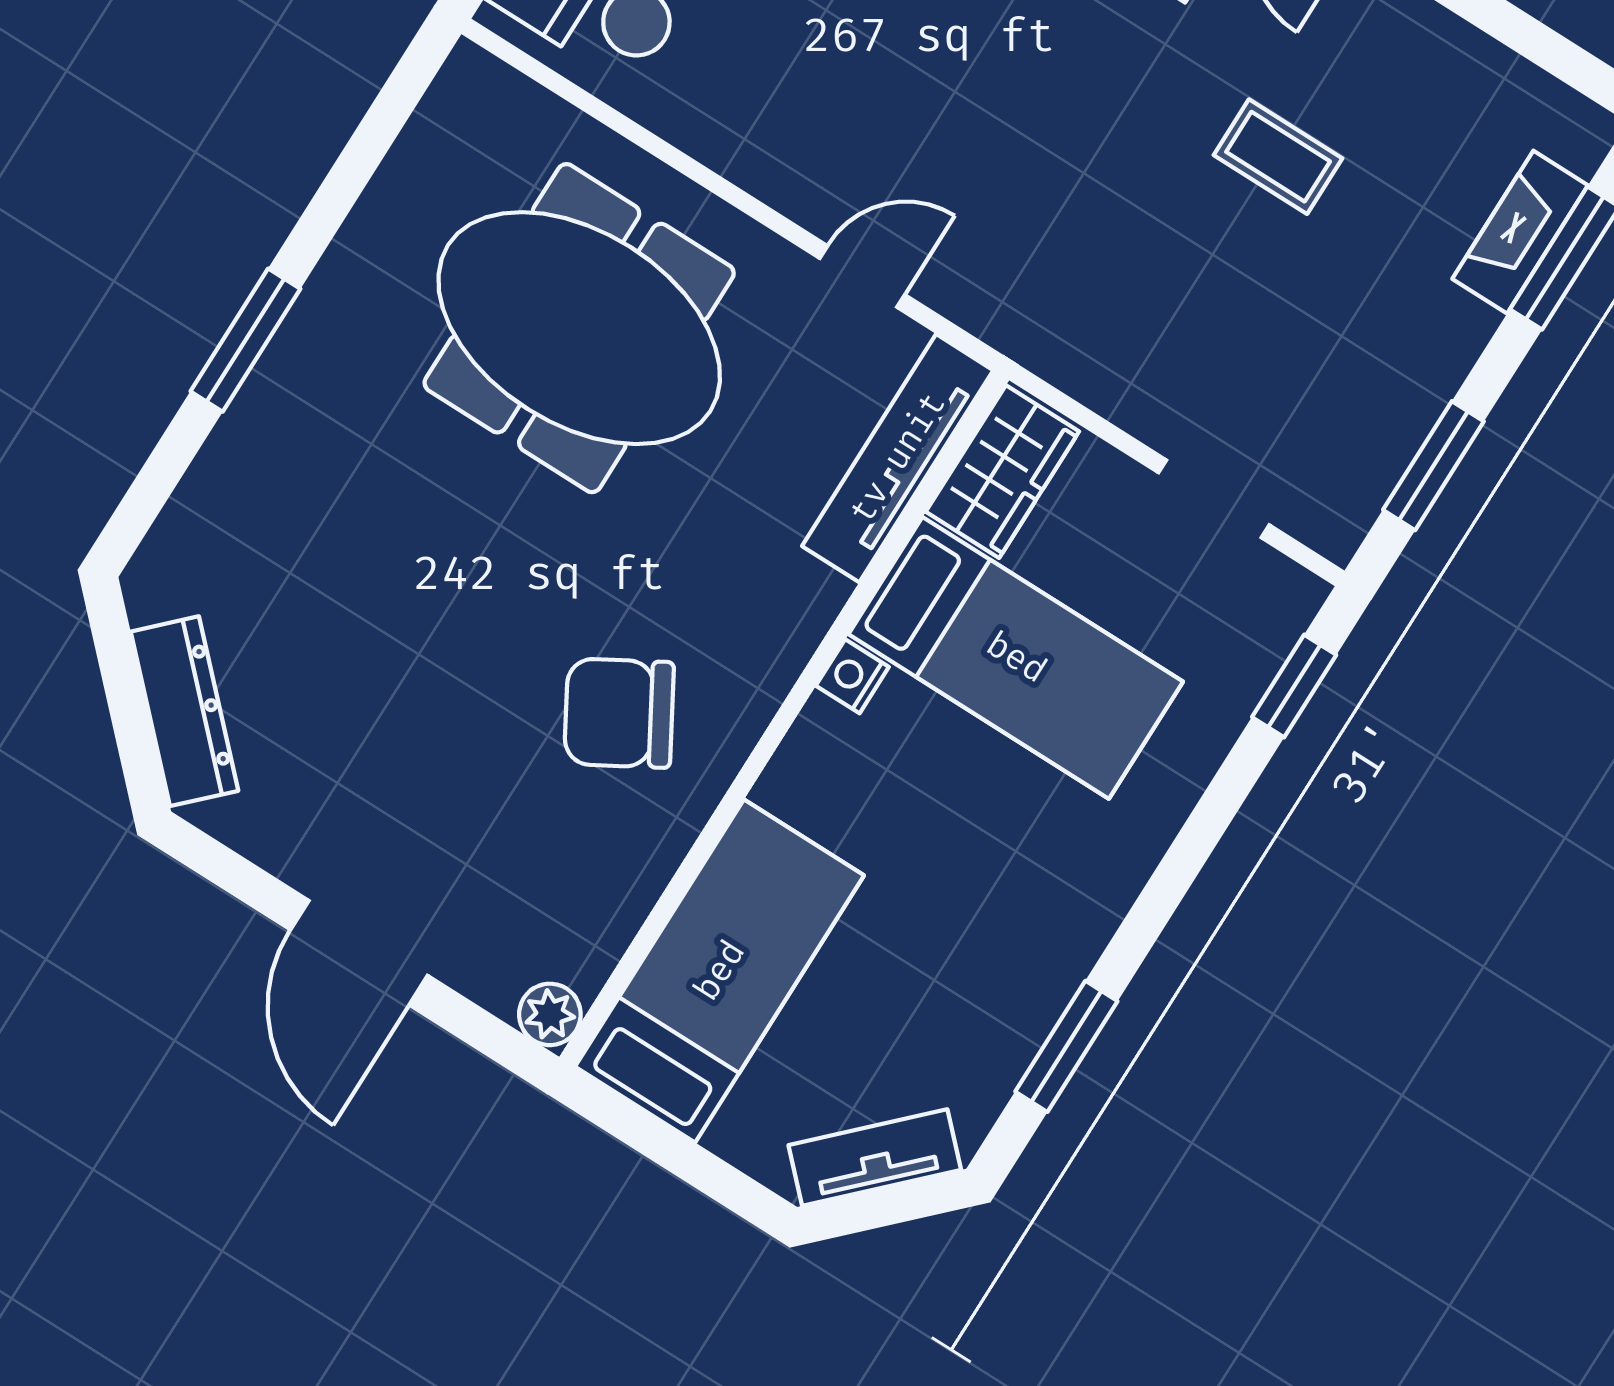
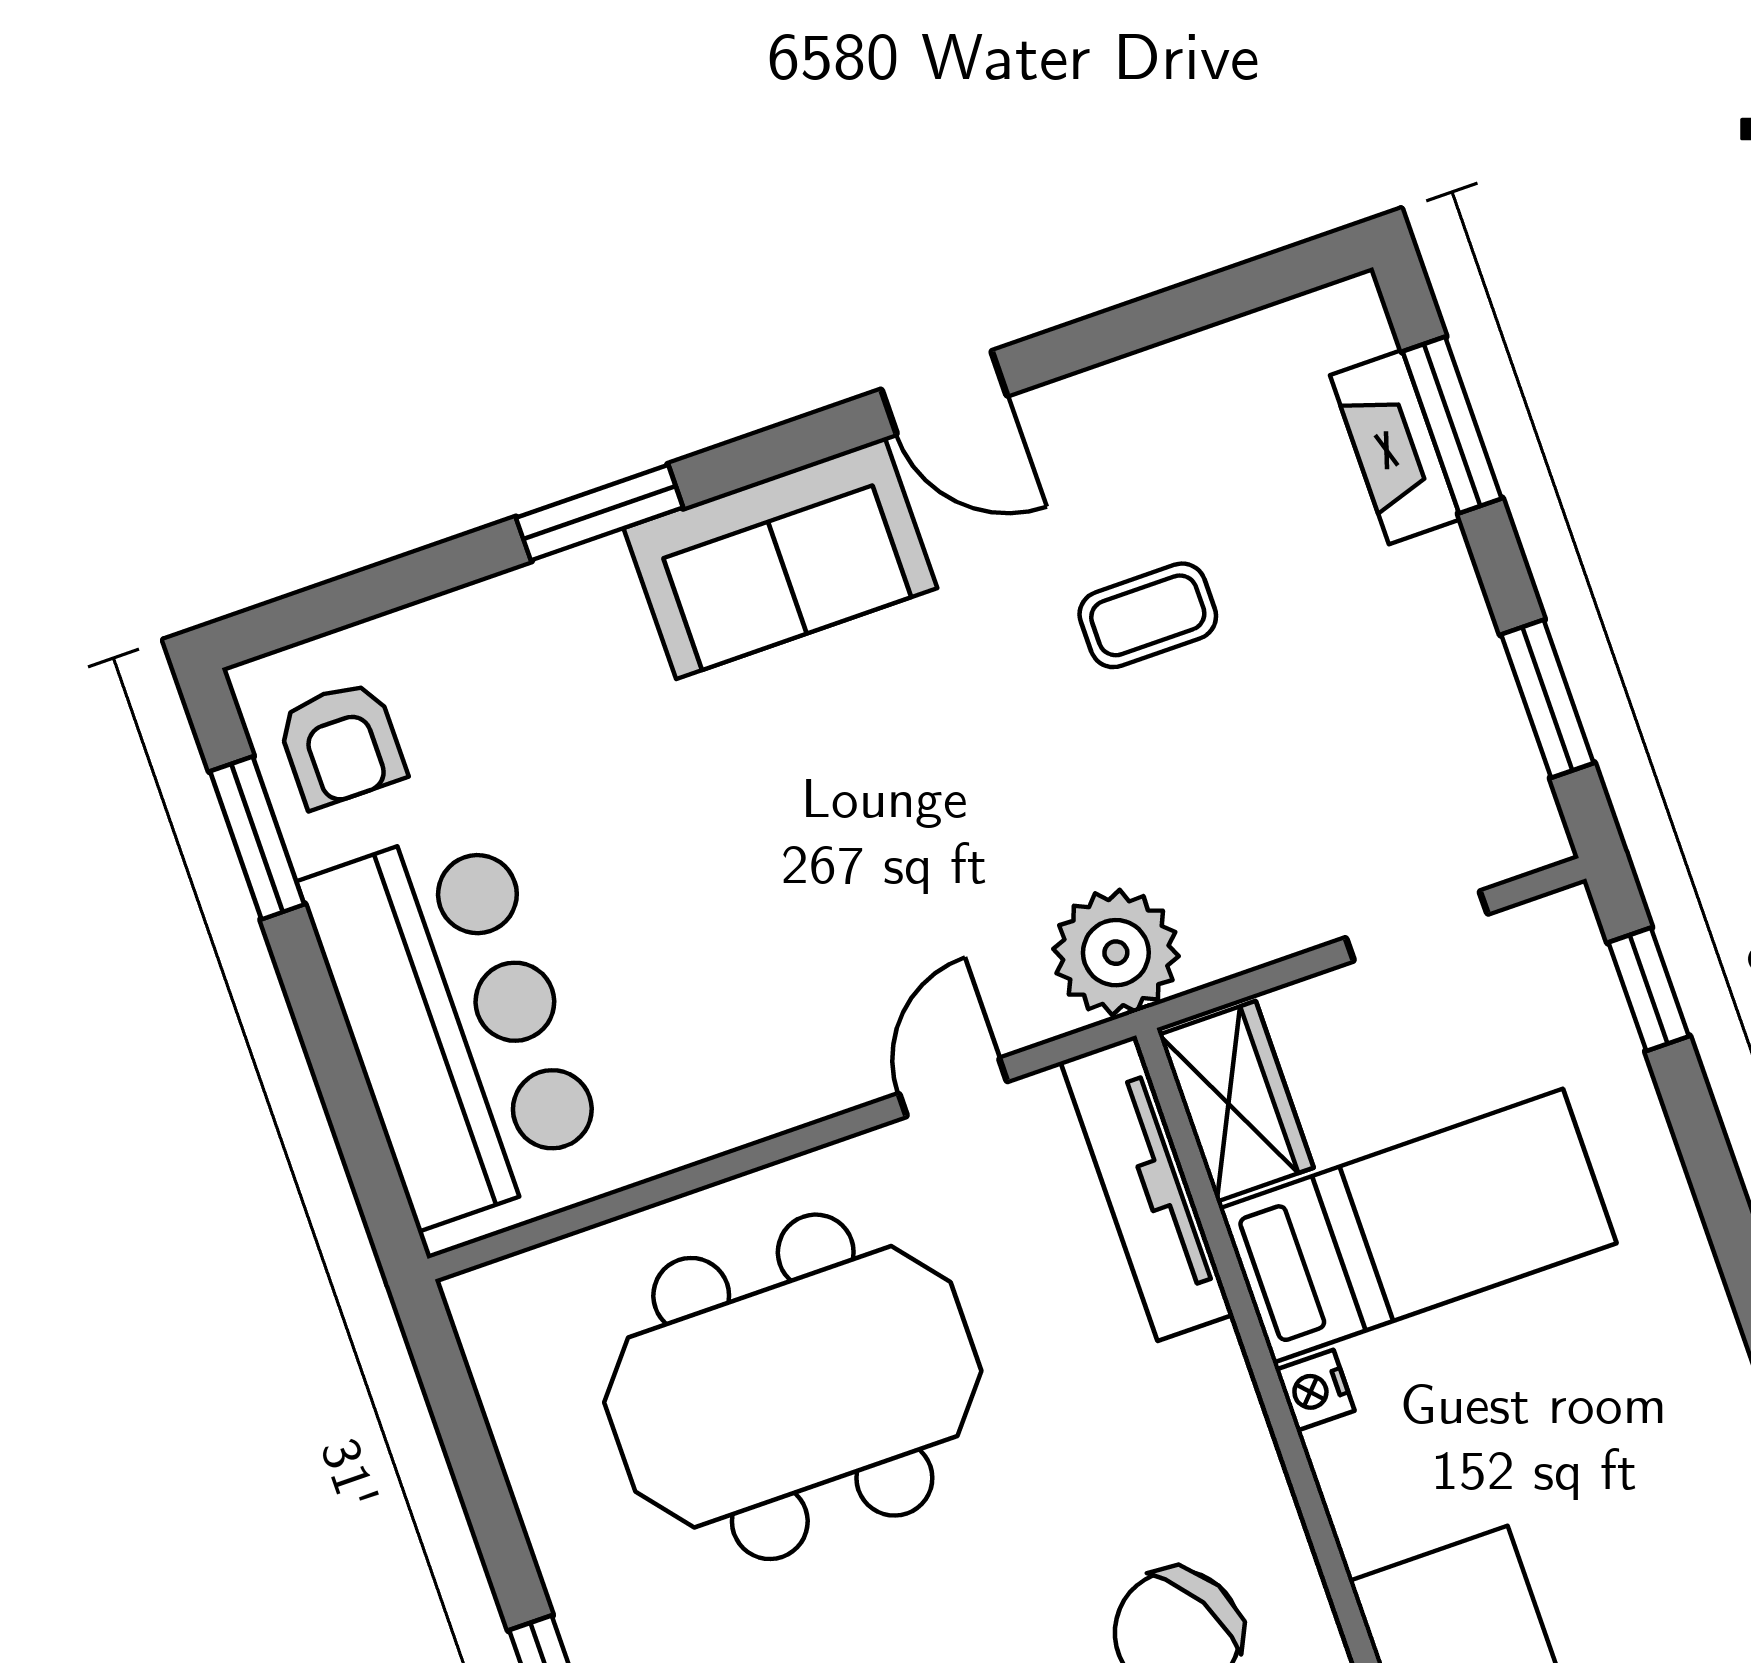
plant: (1038, 313) -> (1116, 953), added

